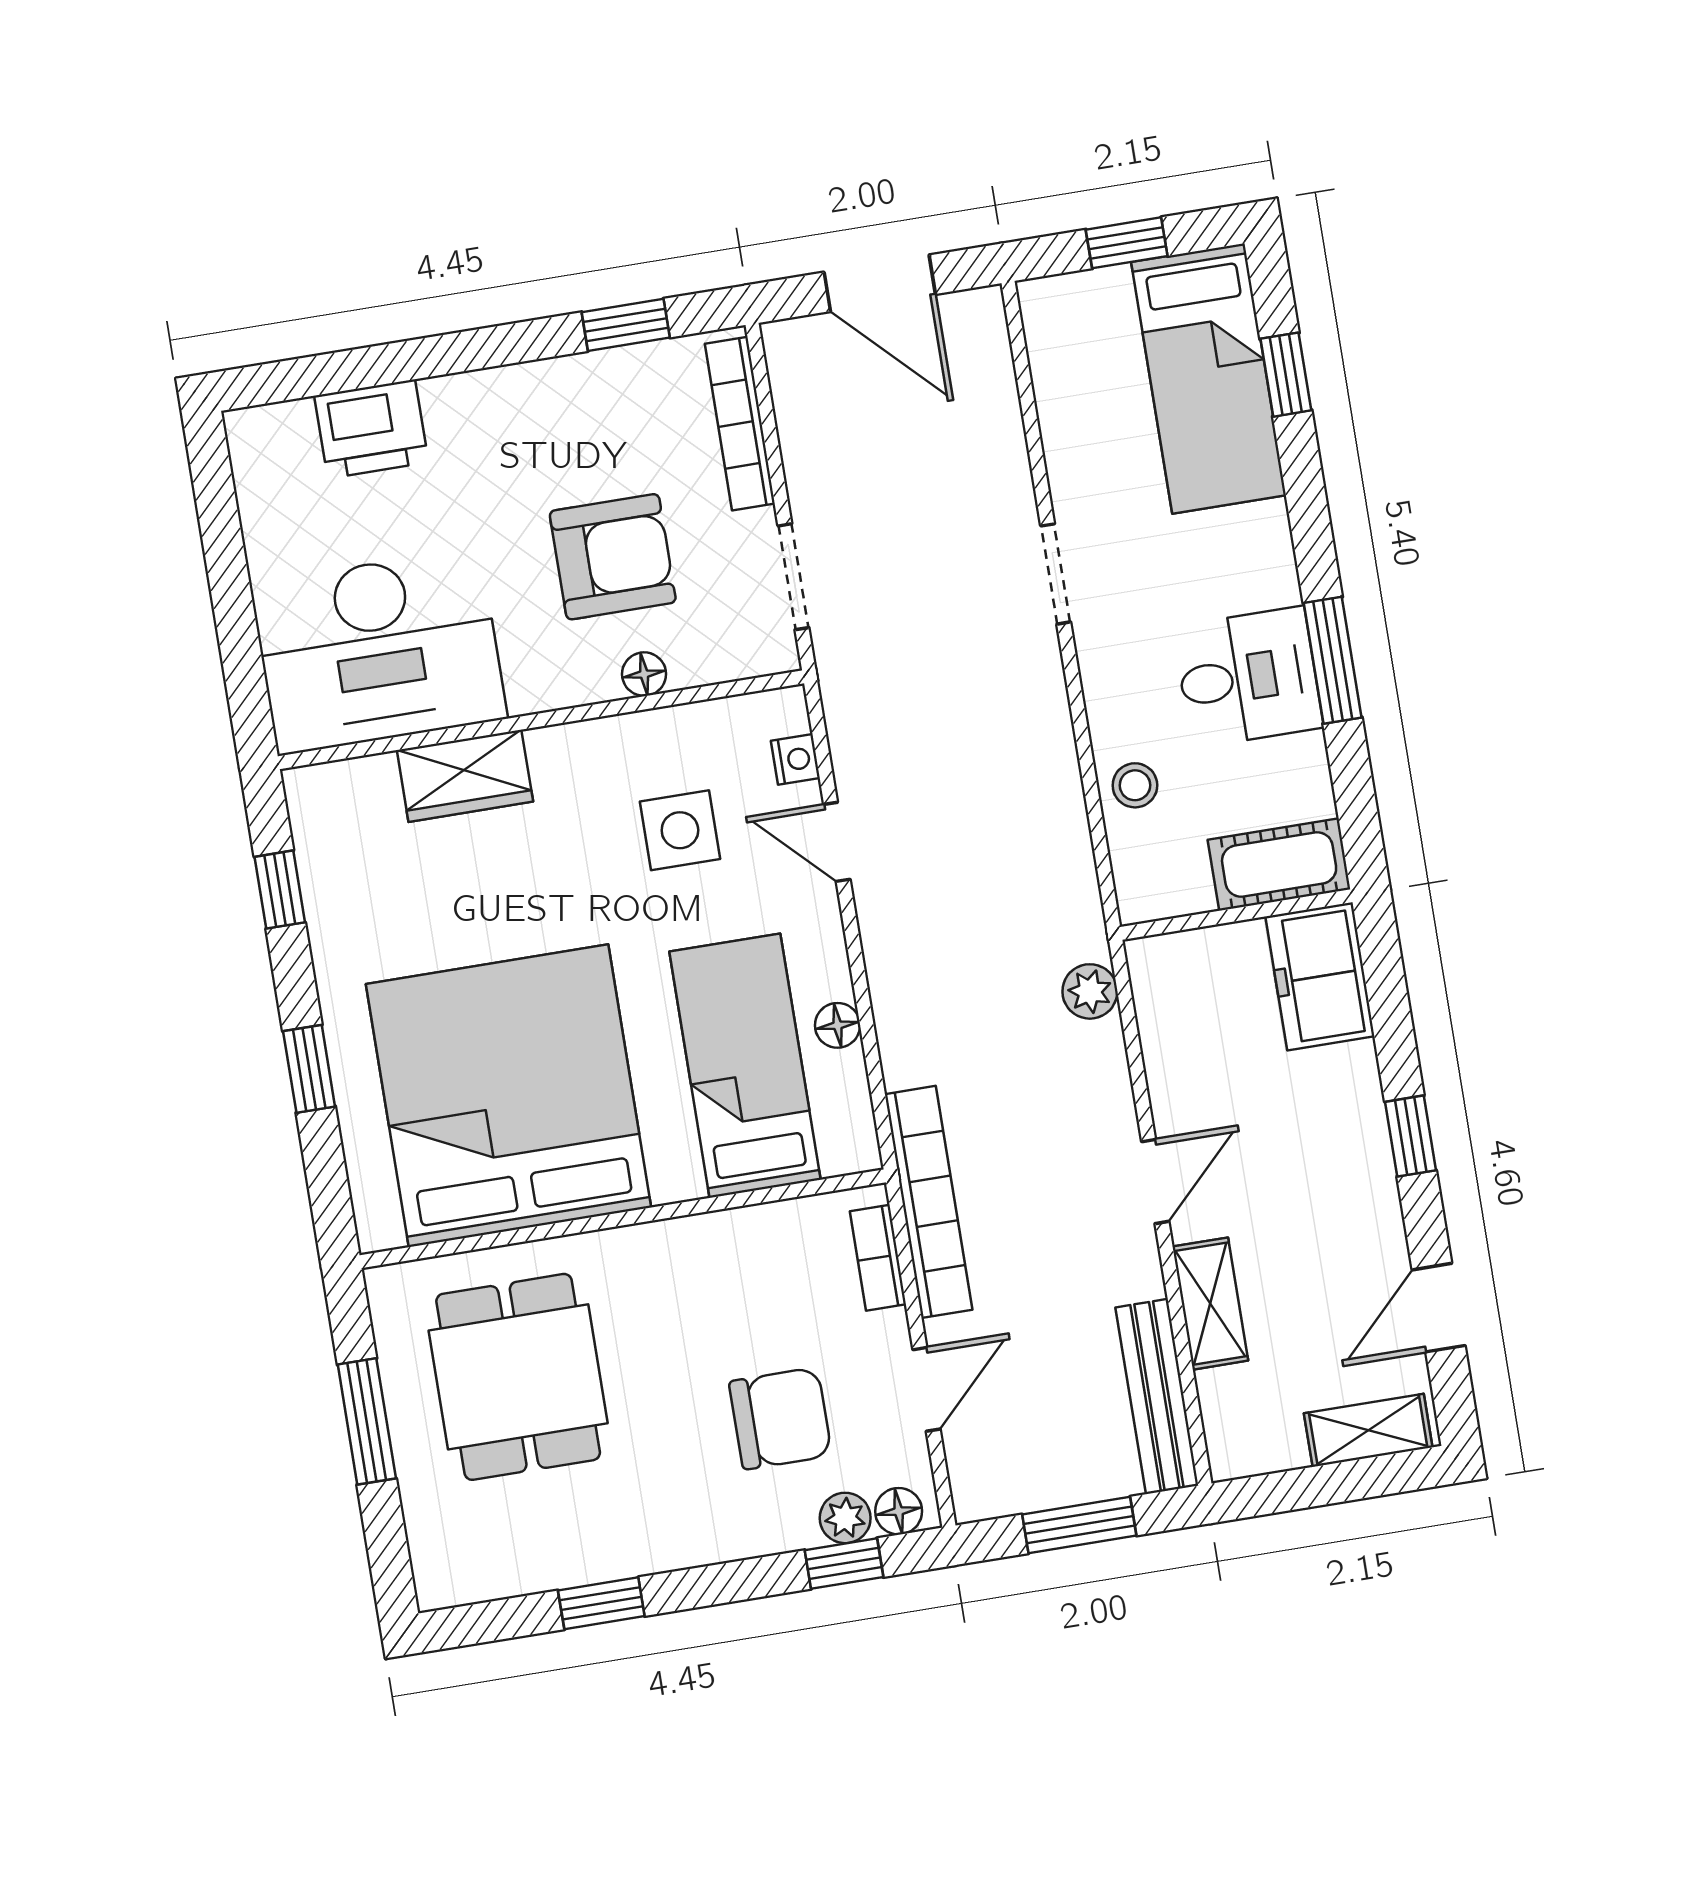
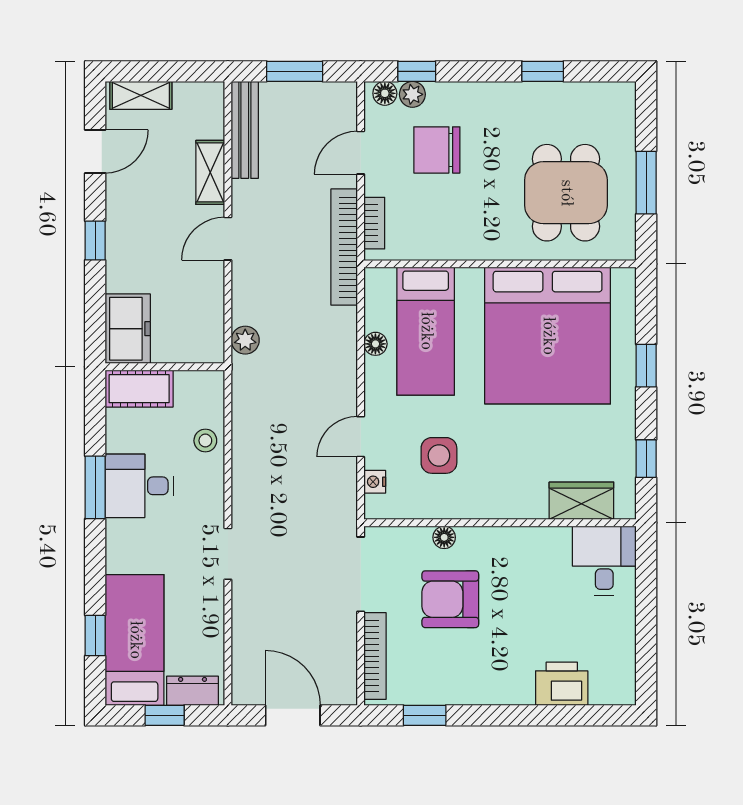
dresser: (1081, 299) -> (193, 691), added
doorway: (793, 577) -> (361, 574), width x1.38
desk: (379, 651) -> (604, 561), width x0.53, depth x0.77
wardrobe: (465, 776) -> (581, 501), moved
door: (837, 842) -> (361, 437), swing flipped

